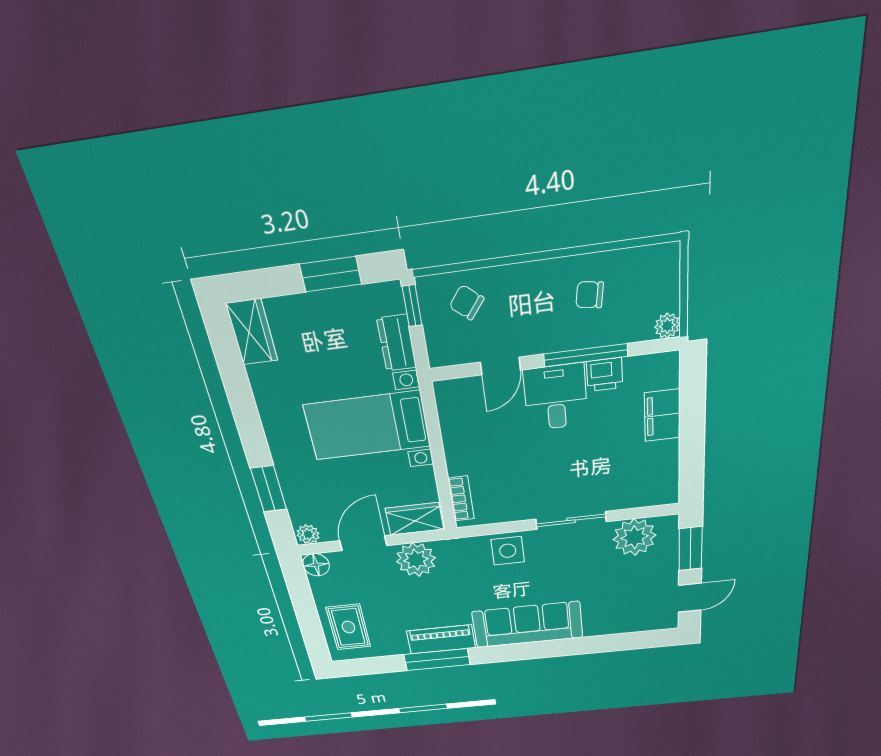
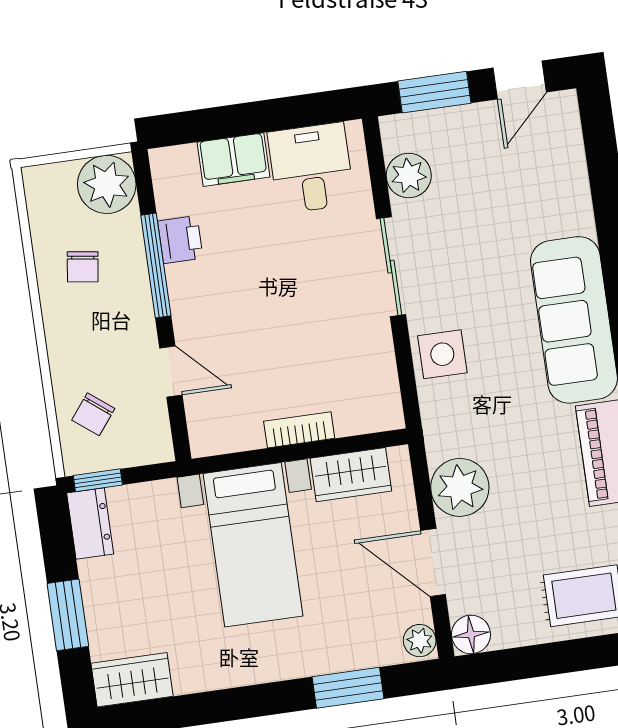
window: (331, 274) -> (68, 615), moved
plant: (667, 326) -> (107, 184), width x1.87, depth x1.87
dresser: (397, 343) -> (90, 523), moved, turned -90
desk: (556, 397) -> (311, 168), moved, turned 90
bookcase: (461, 499) -> (299, 430), moved
wardrobe: (414, 519) -> (351, 475), moved, turned -90
plant: (634, 537) -> (409, 176), width x0.73, depth x0.73
door: (690, 598) -> (520, 80), swing flipped

